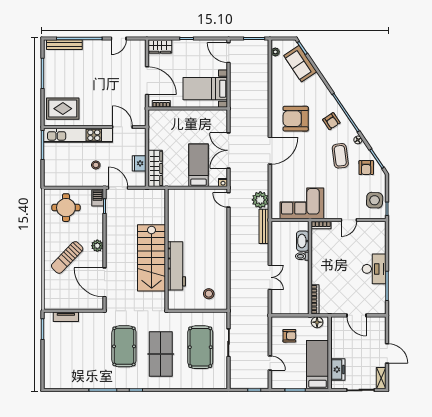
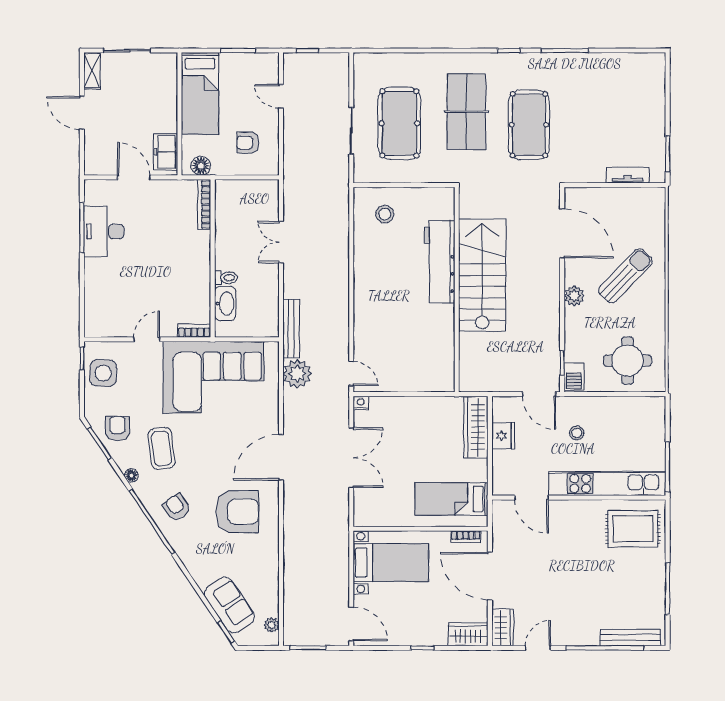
wardrobe: (140, 50) -> (503, 628), added
bed: (199, 165) -> (452, 499), moved, turned 90
corner sofa: (302, 203) -> (213, 377), width x1.36, depth x1.36
desk: (374, 269) -> (104, 231), moved
freezer: (338, 369) -> (166, 152), moved

